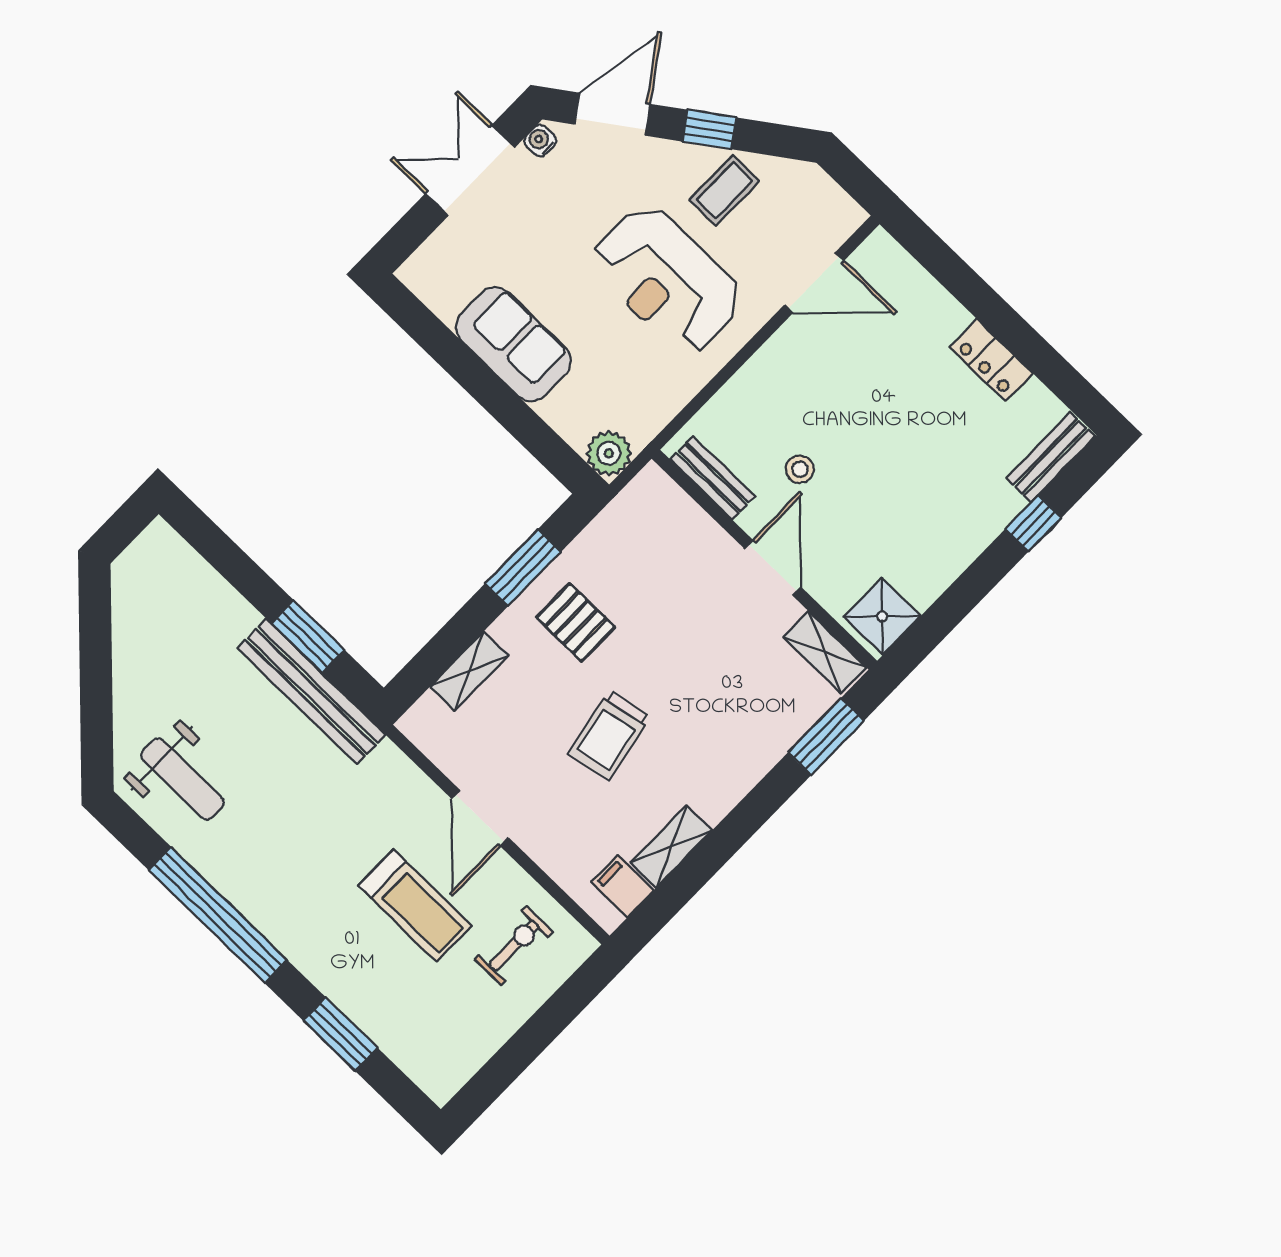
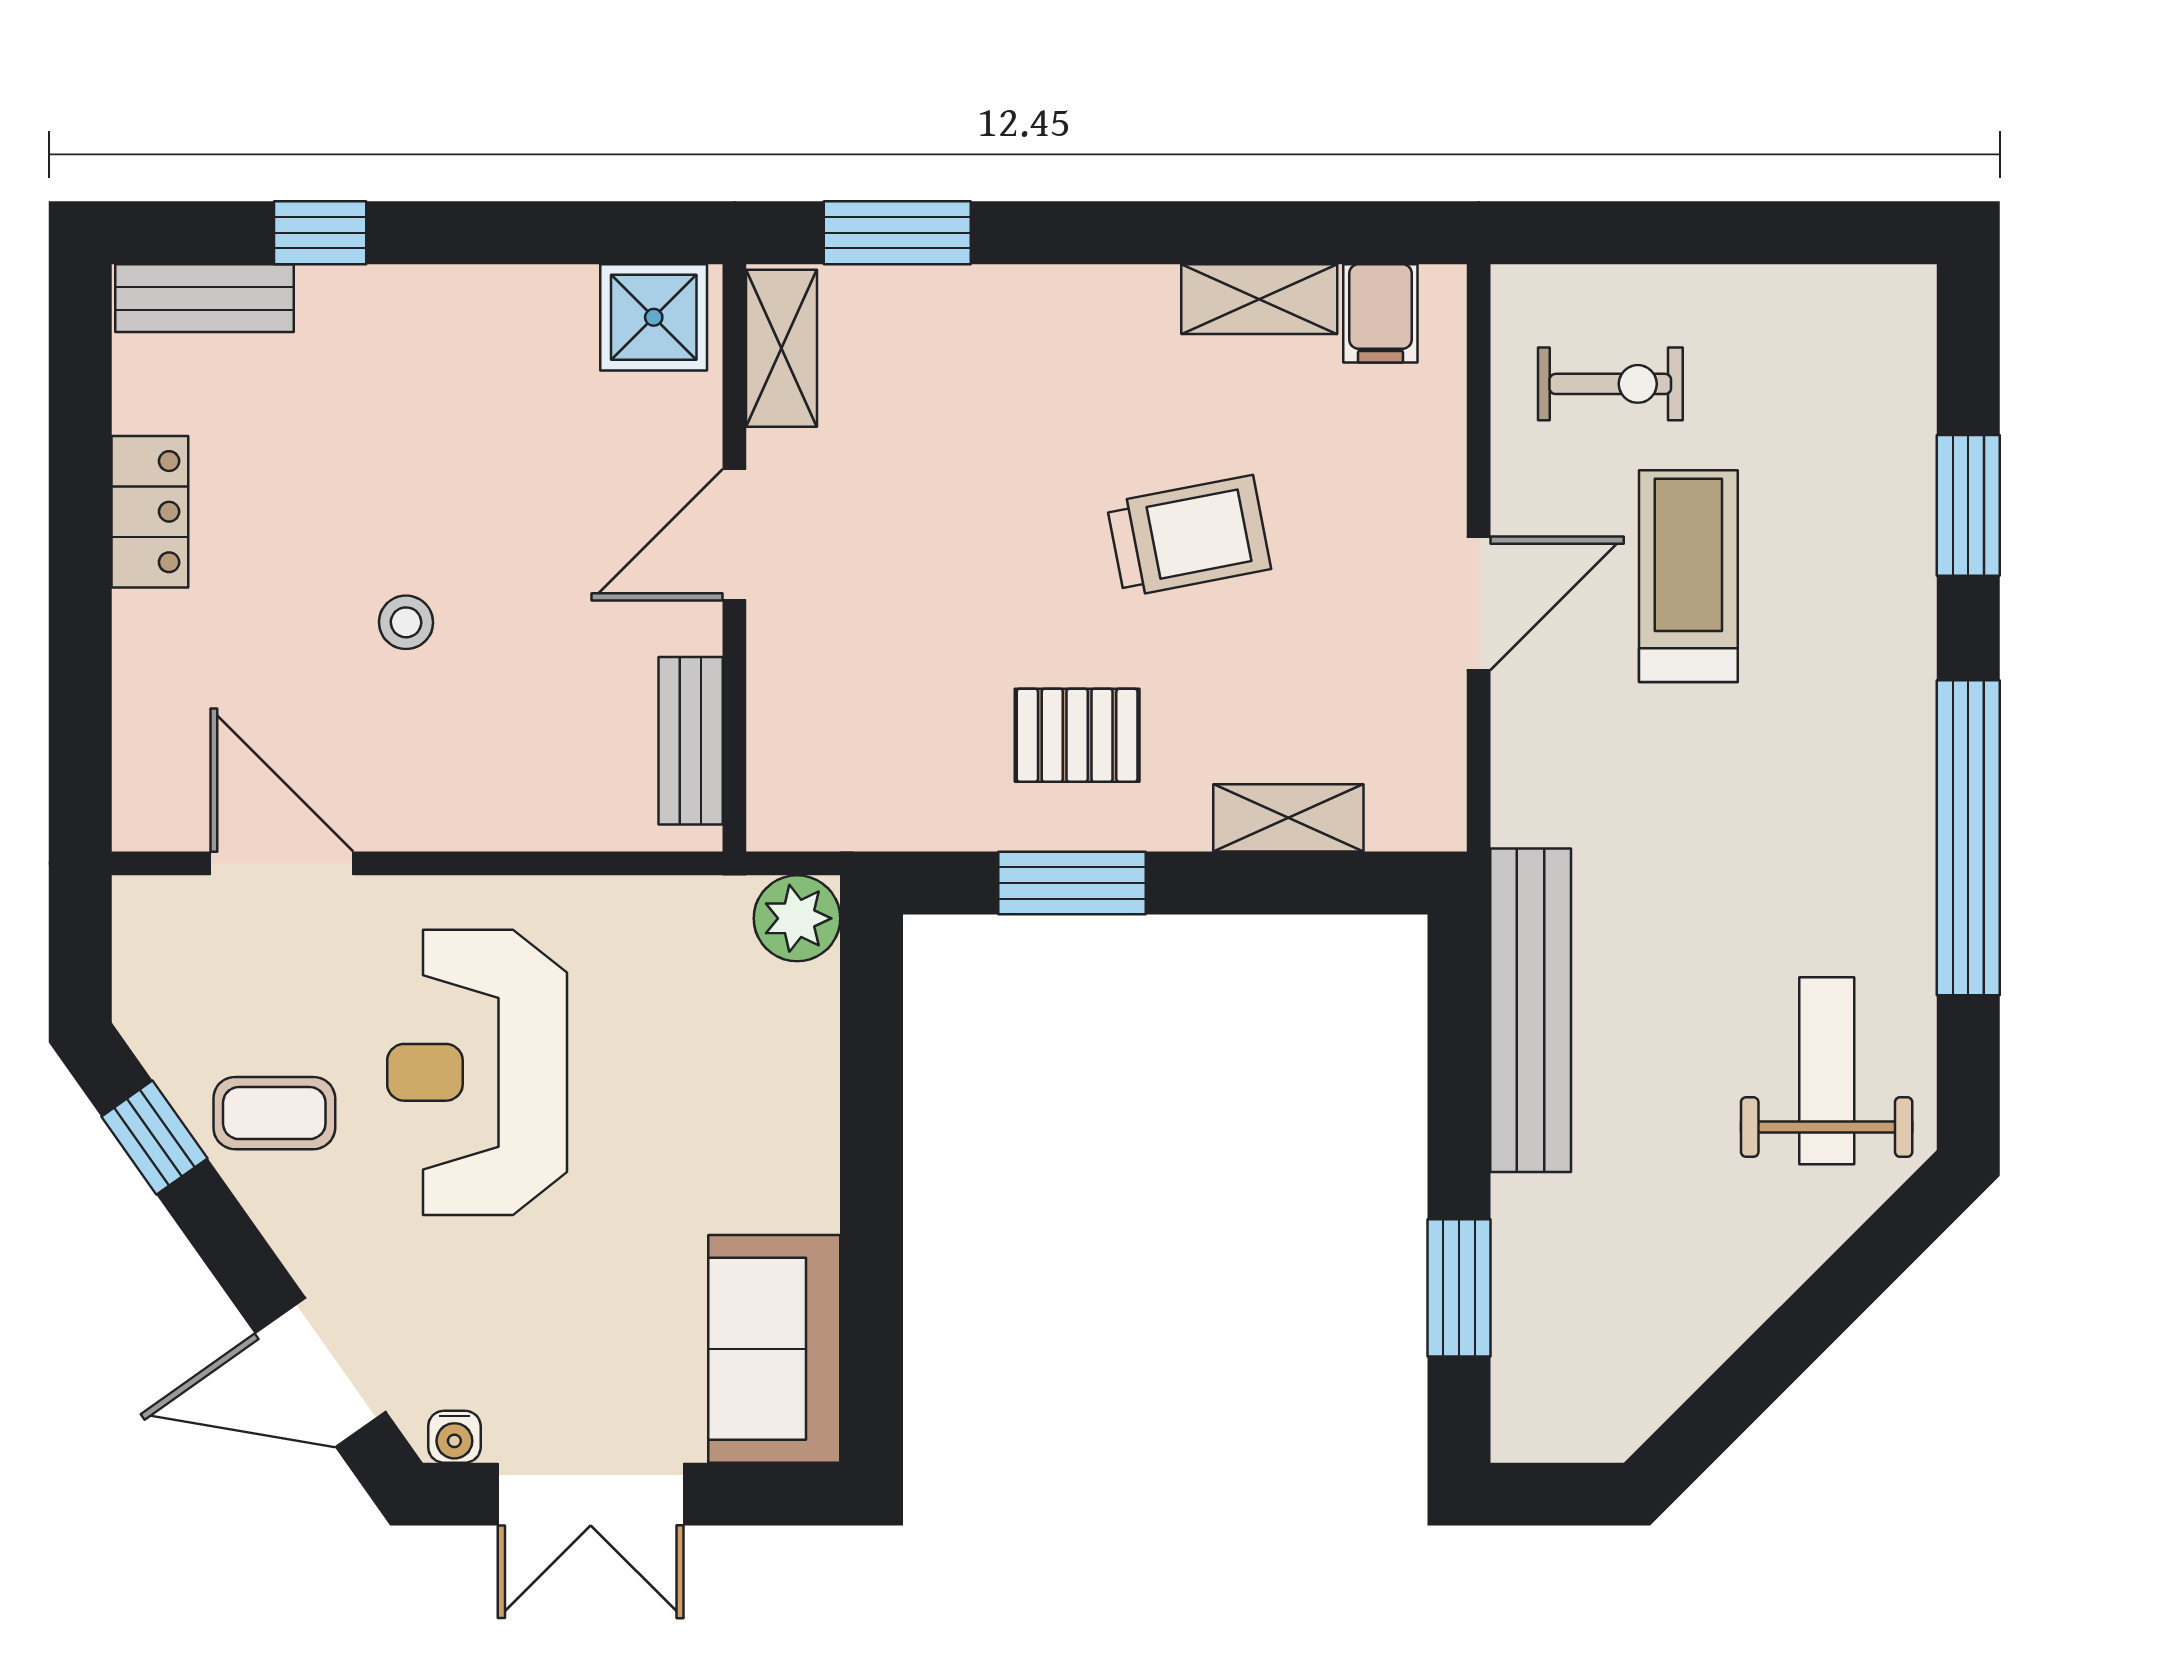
window: (709, 129) -> (154, 1137), moved
reception desk: (667, 280) -> (477, 1072), turned 180
sofa: (513, 344) -> (774, 1349), moved
stool: (800, 469) -> (406, 622), moved
pallet: (576, 623) -> (1077, 735), turned 90
window: (308, 637) -> (1459, 1288), moved
exercise bike: (514, 946) -> (1610, 384), turned 180

